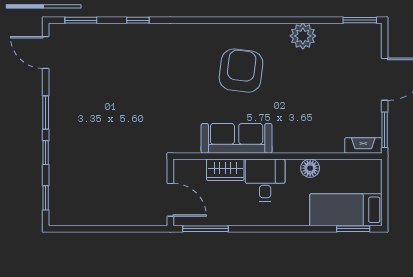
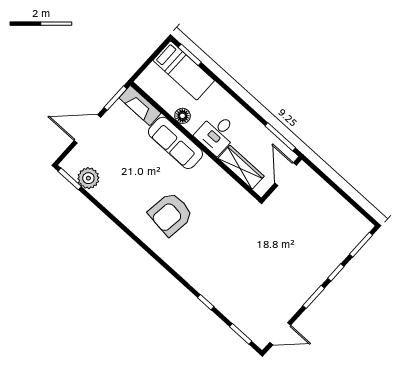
plant: (303, 36) -> (88, 178), moved
door: (46, 52) -> (280, 334), hinge flipped
sofa: (237, 138) -> (175, 143), moved
fireplace: (363, 145) -> (140, 106), width x1.37, depth x1.32
wardrobe: (225, 170) -> (241, 167), width x1.50
window: (46, 198) -> (361, 245), width x1.50

